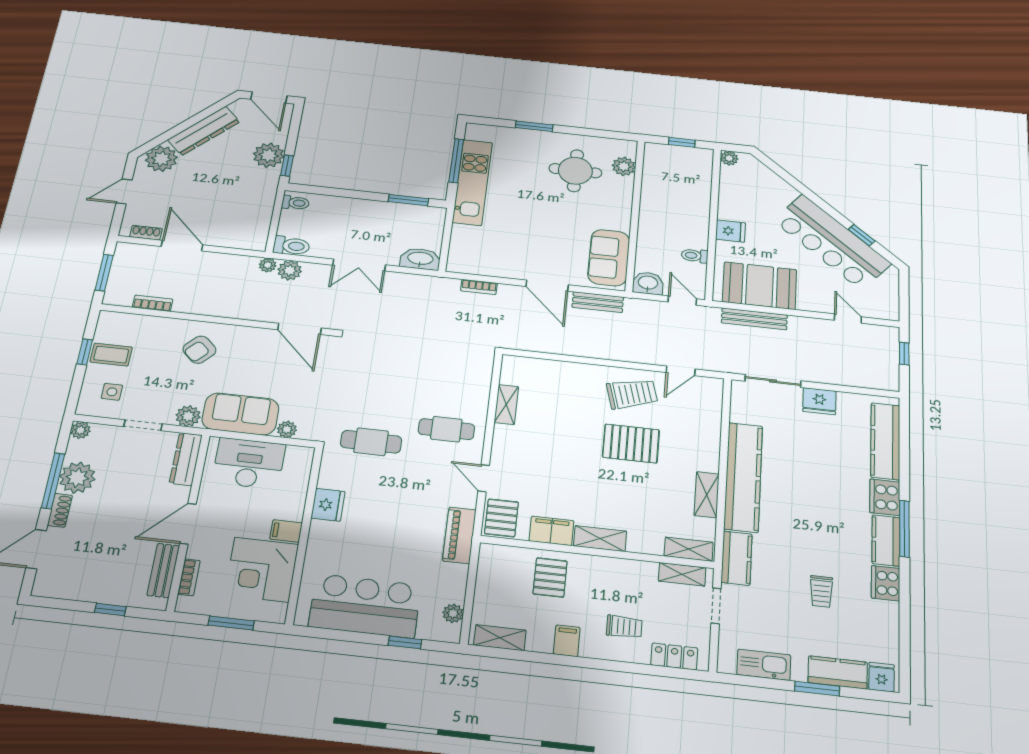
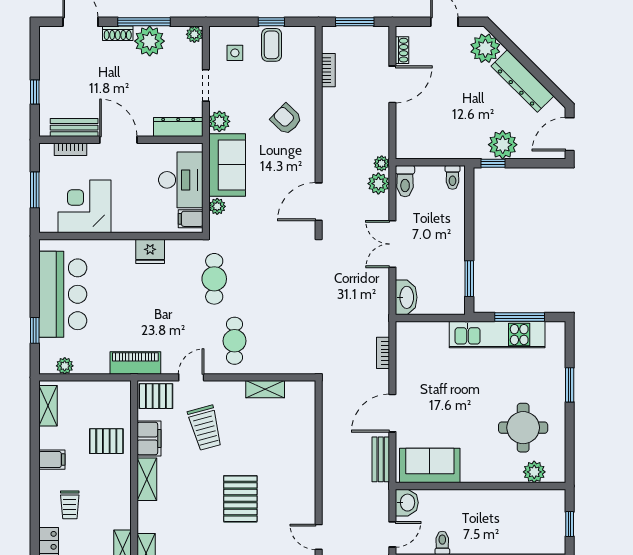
trolley: (632, 394) -> (205, 428), moved
filing cabinet: (286, 531) -> (191, 219), moved, turned -90

